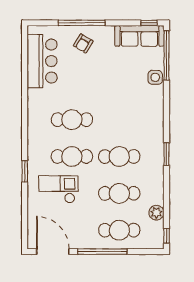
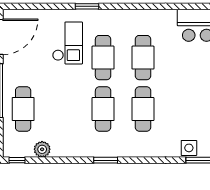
cafe table: (119, 193) -> (143, 109), moved

